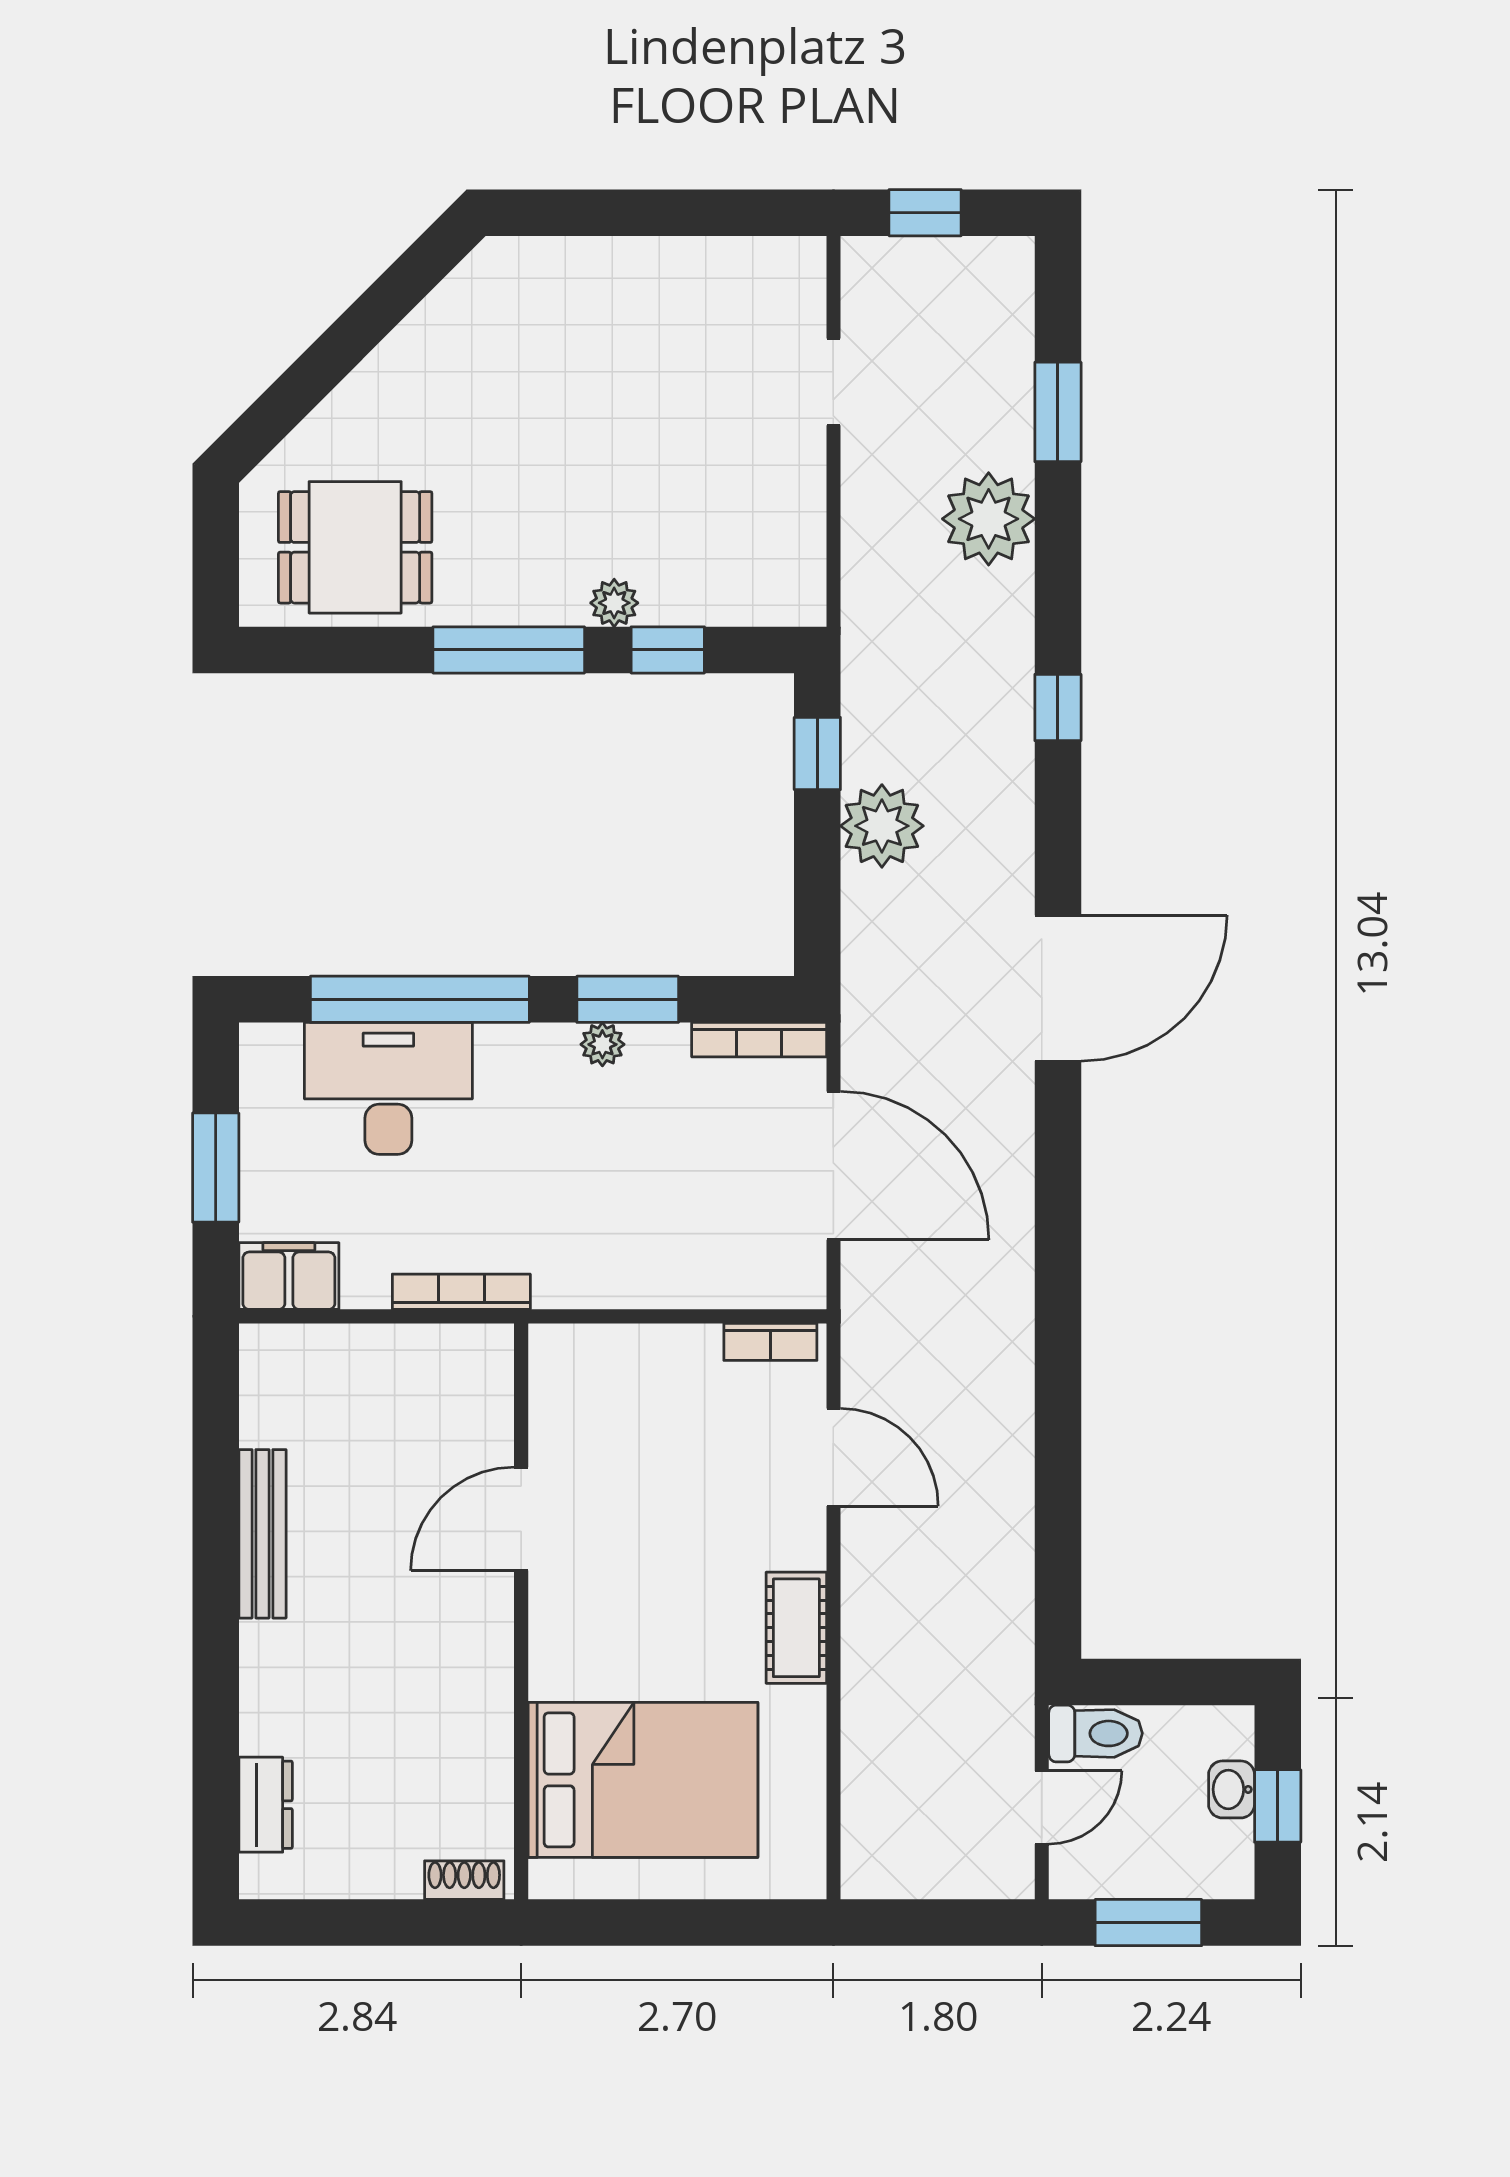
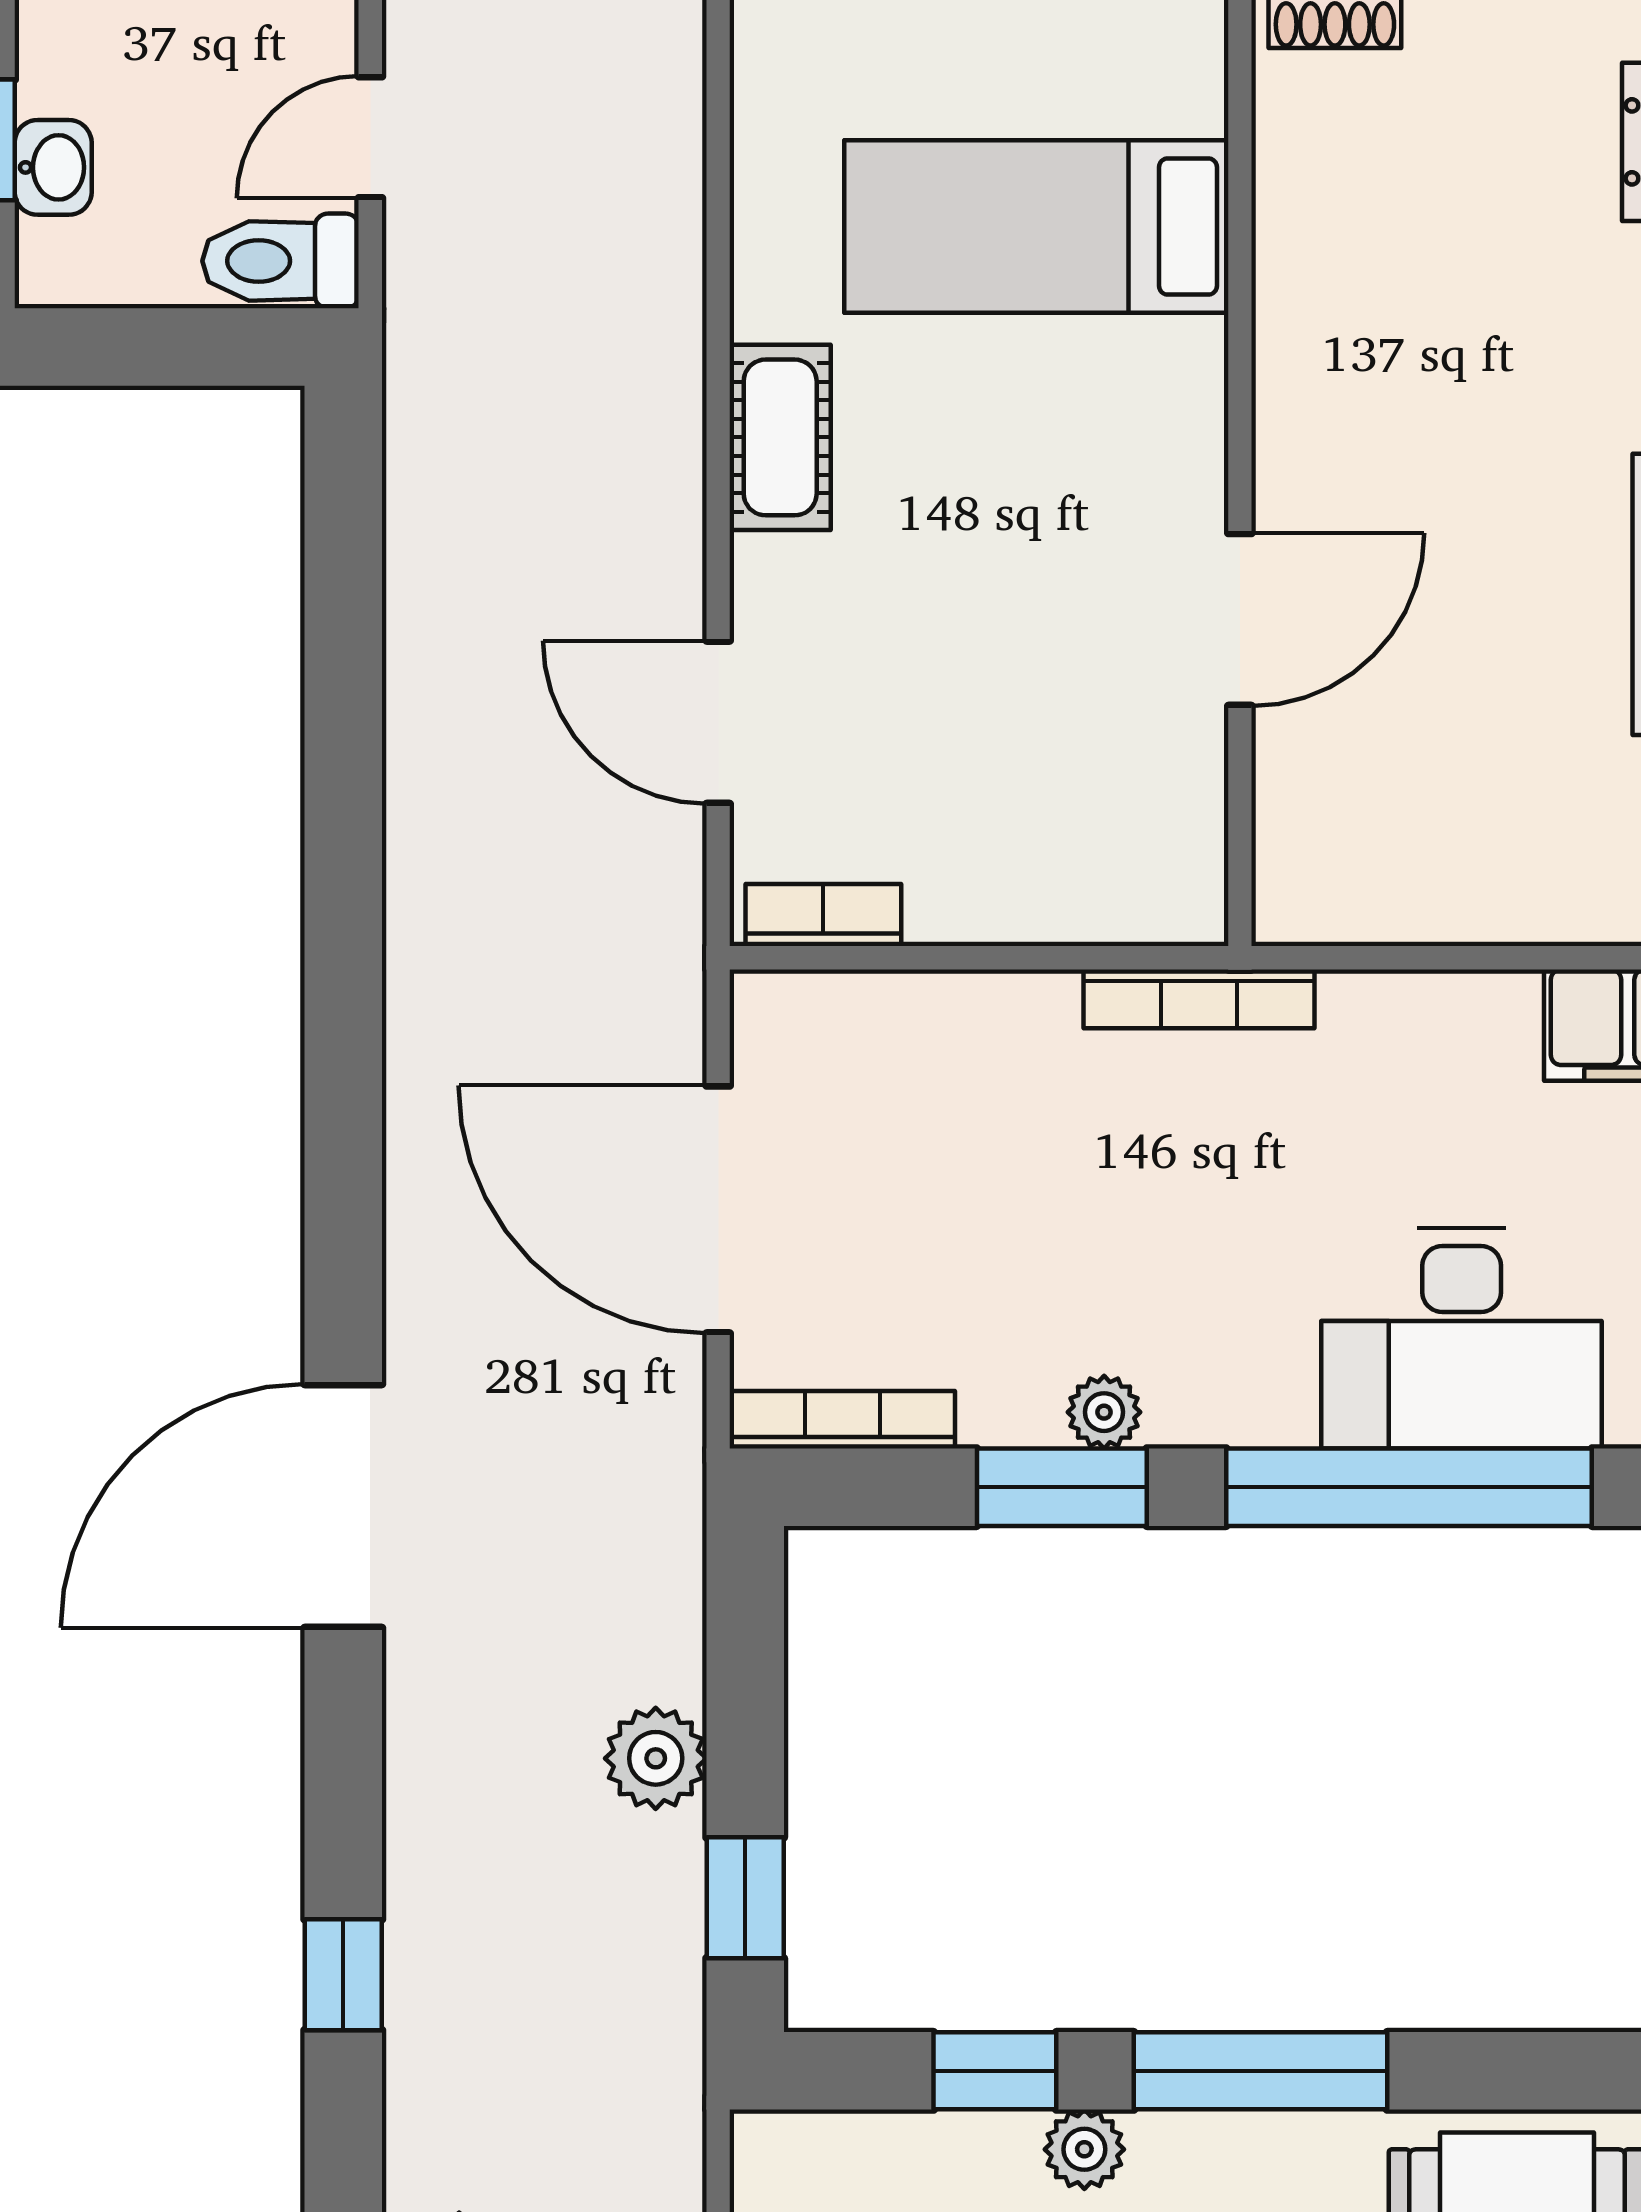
plant: (882, 826) -> (656, 1758), width x0.73, depth x0.73
bookcase: (461, 1292) -> (1199, 999), moved
bed: (643, 1780) -> (1036, 227), width x0.67

